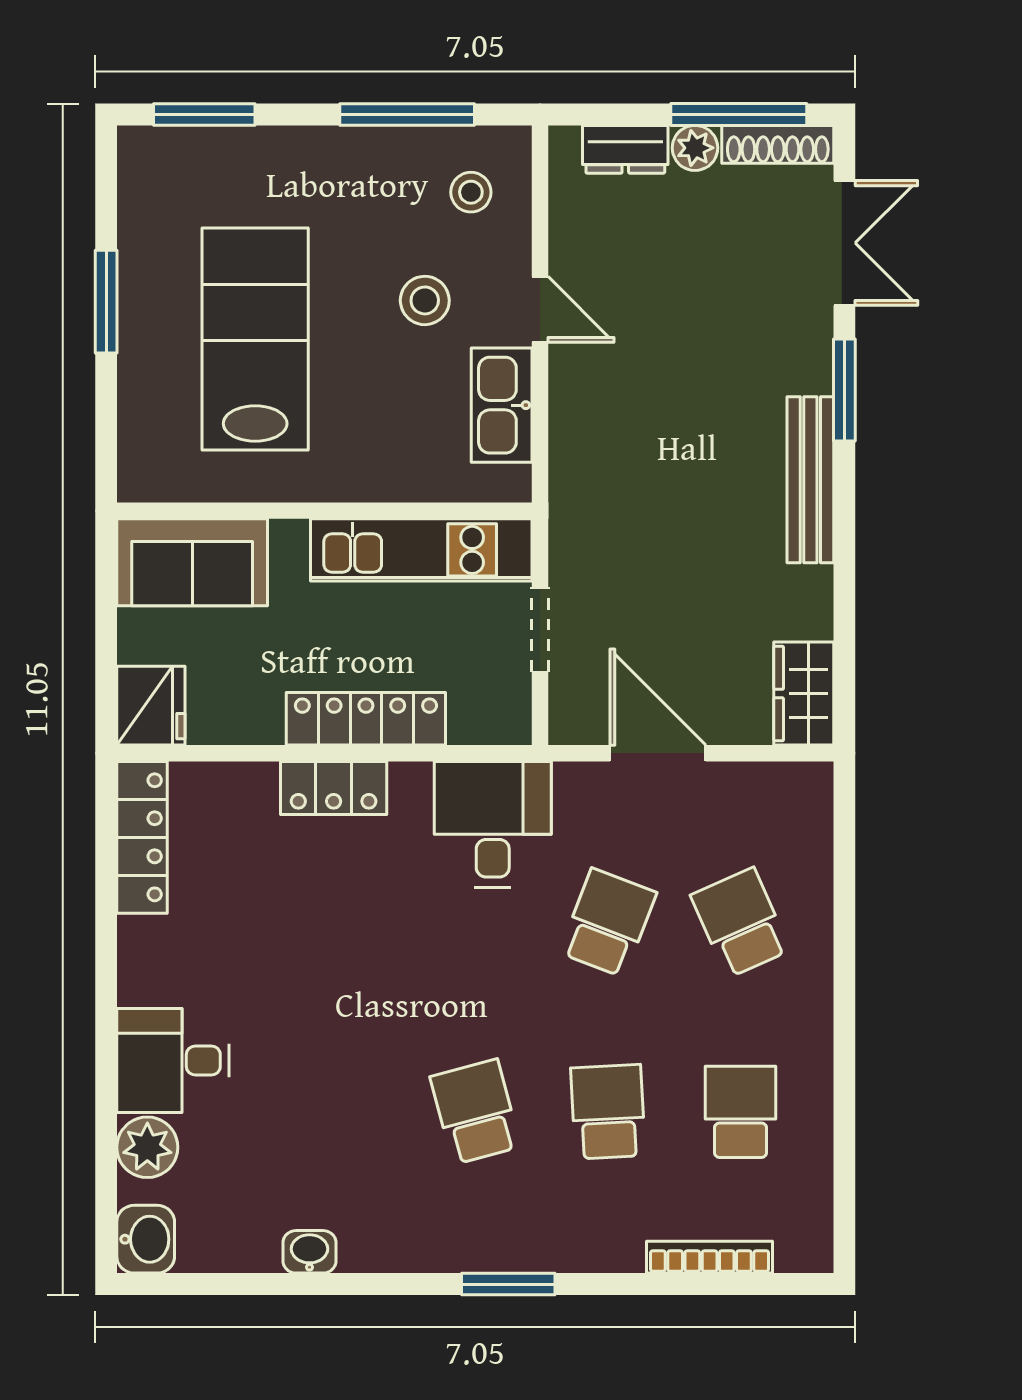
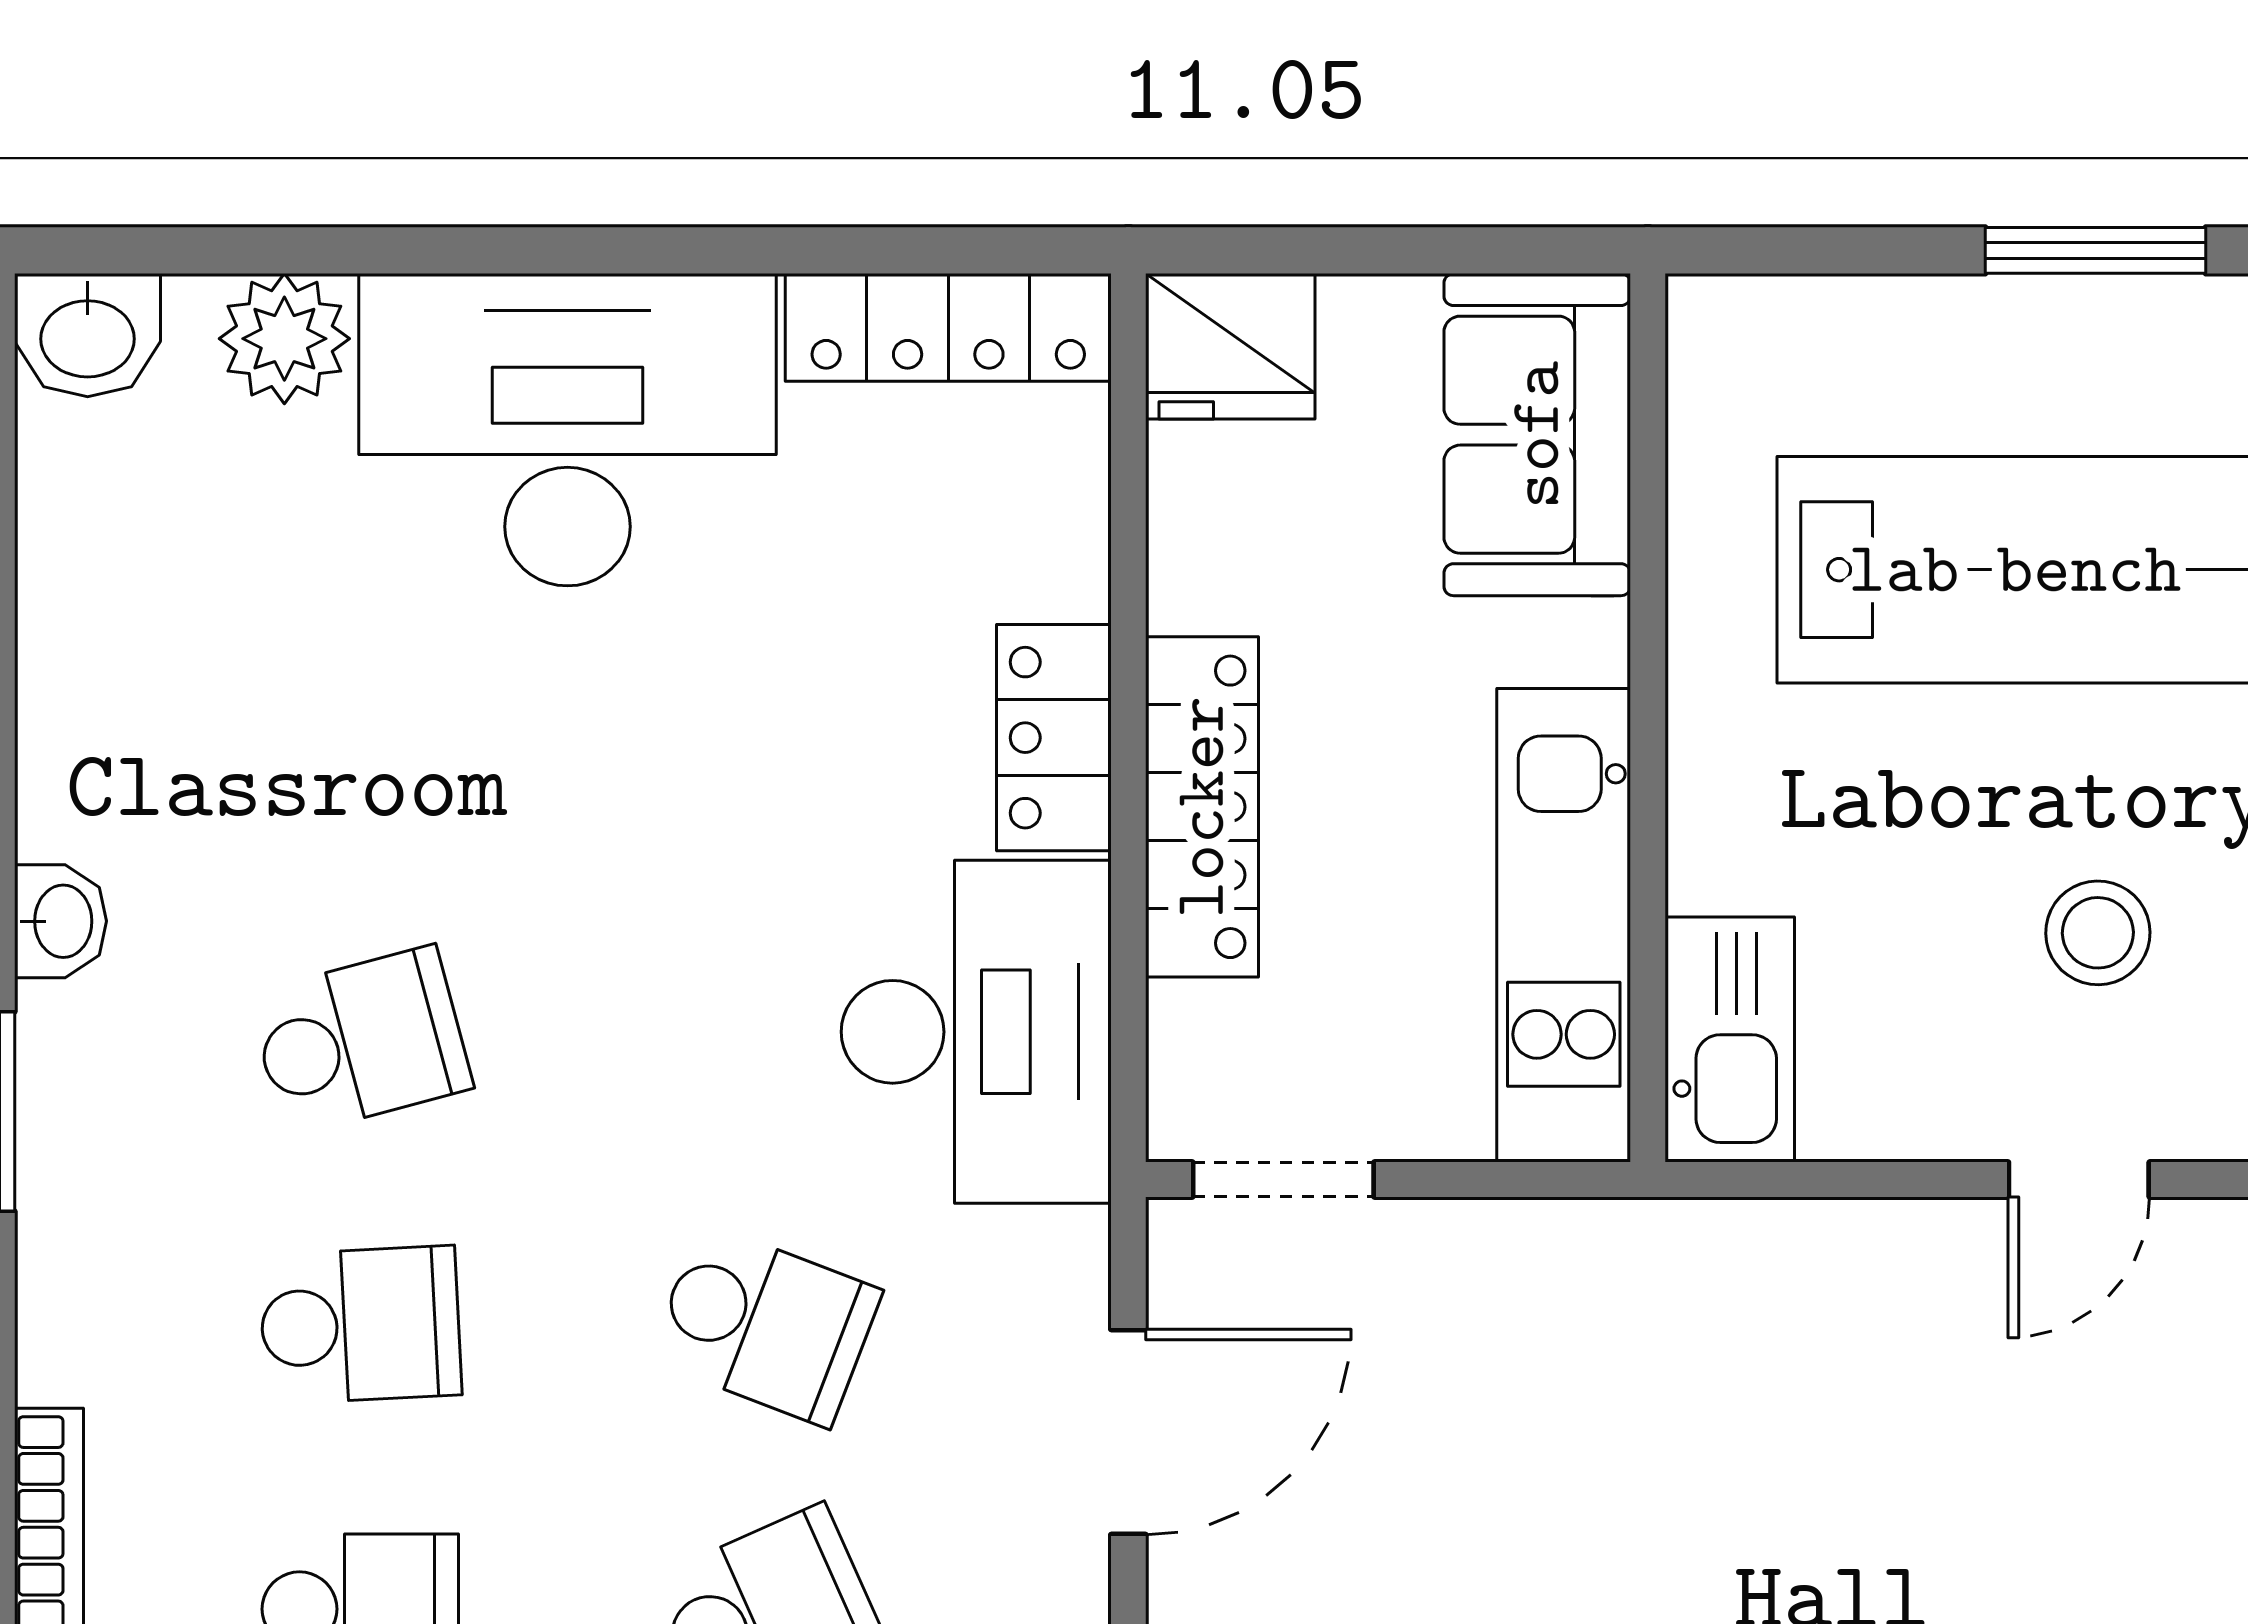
kitchen sink: (502, 405) -> (1730, 1040), moved, turned 90
doorway: (540, 630) -> (1283, 1179), moved
desk: (493, 824) -> (976, 1032), width x1.37
desk: (173, 1060) -> (567, 430), width x1.87, depth x1.30
washbasin: (309, 1252) -> (60, 921), moved

